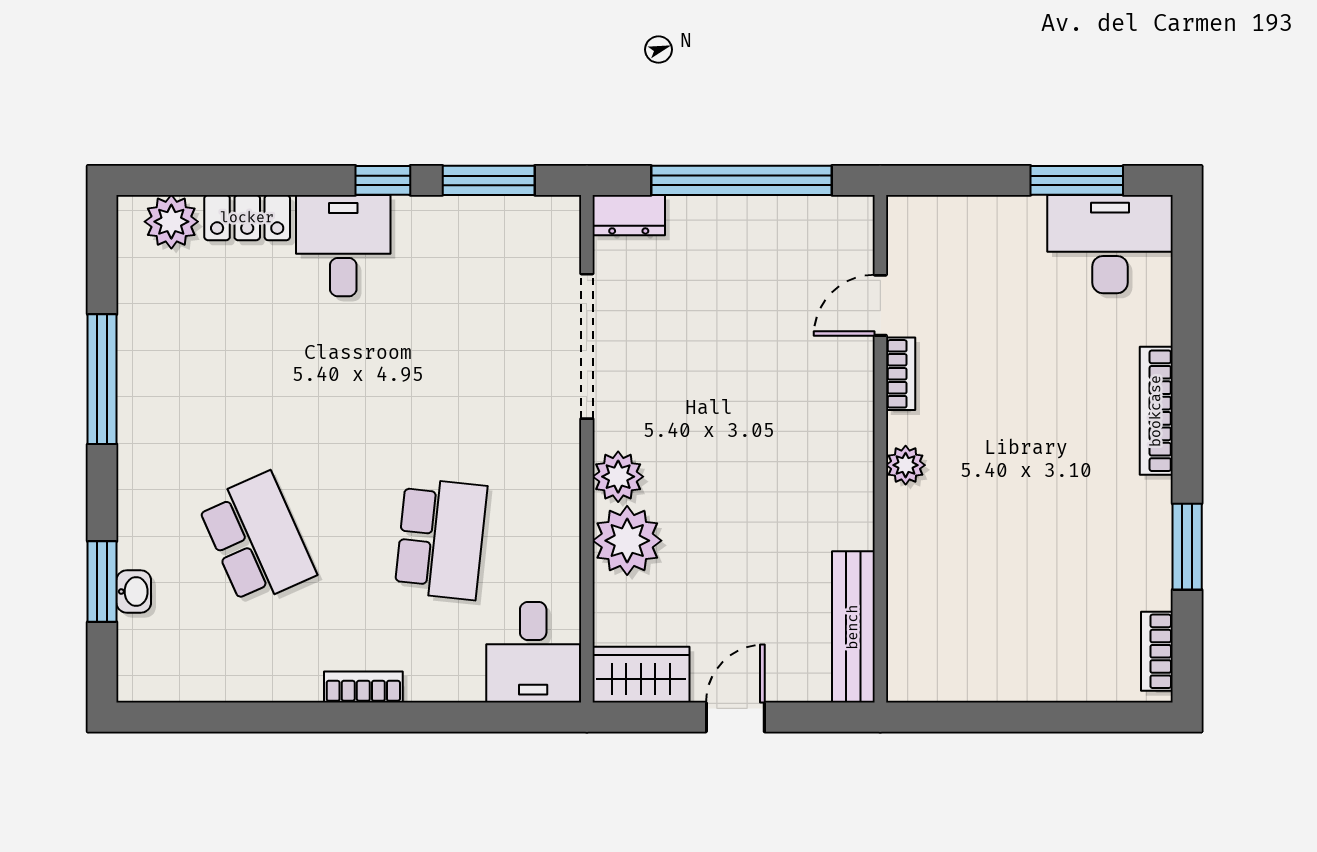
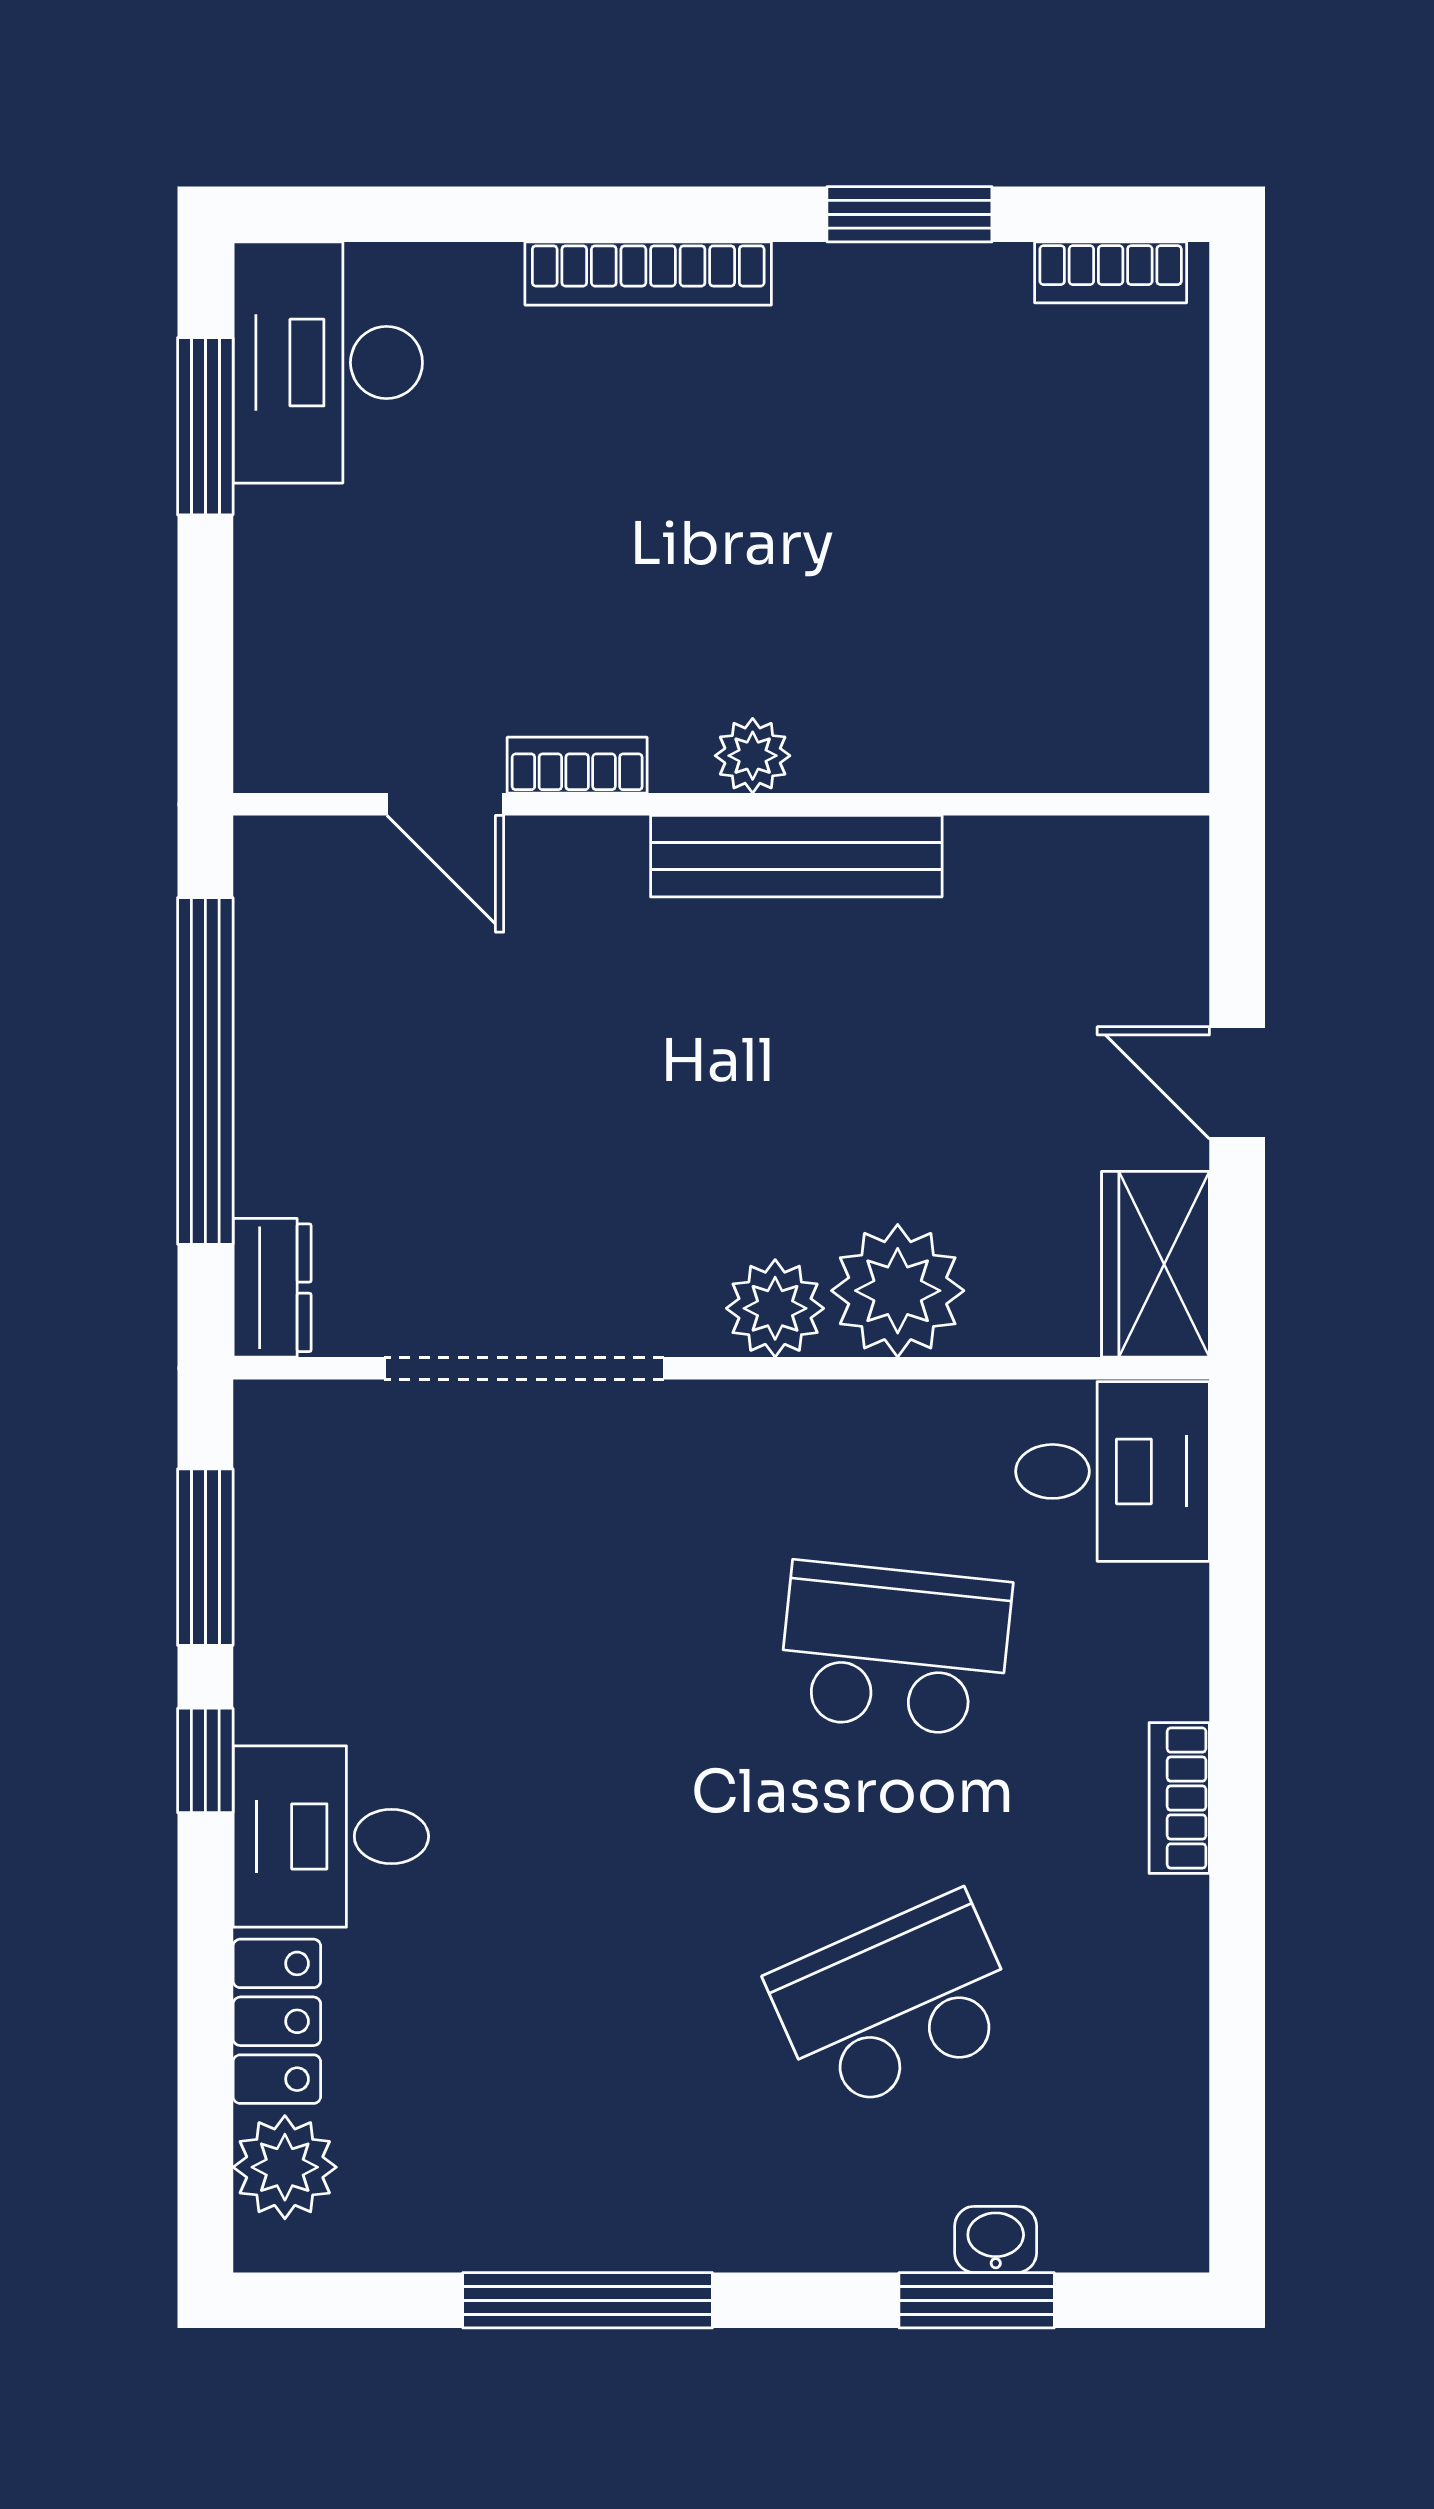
bench: (853, 627) -> (796, 856), moved

